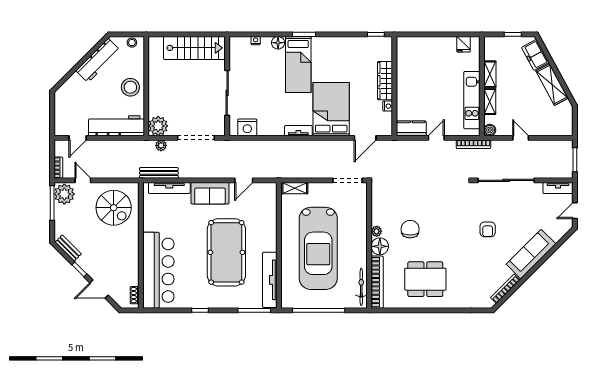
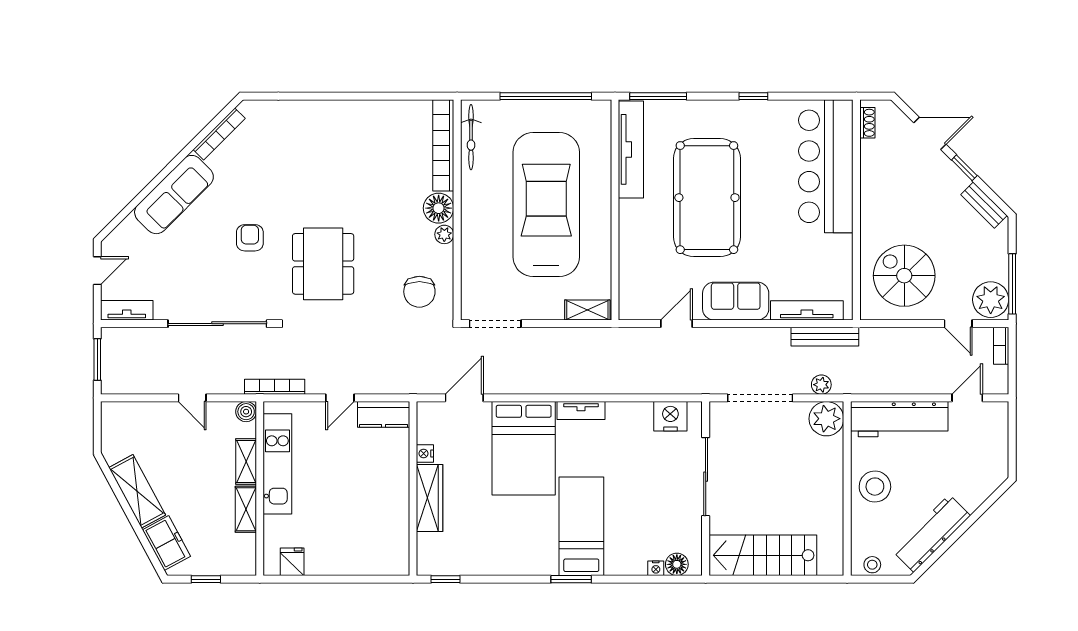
floor lamp: (278, 43) -> (677, 564), moved
chair: (410, 229) -> (419, 292), moved
dining table: (425, 279) -> (323, 264), moved, turned 90

